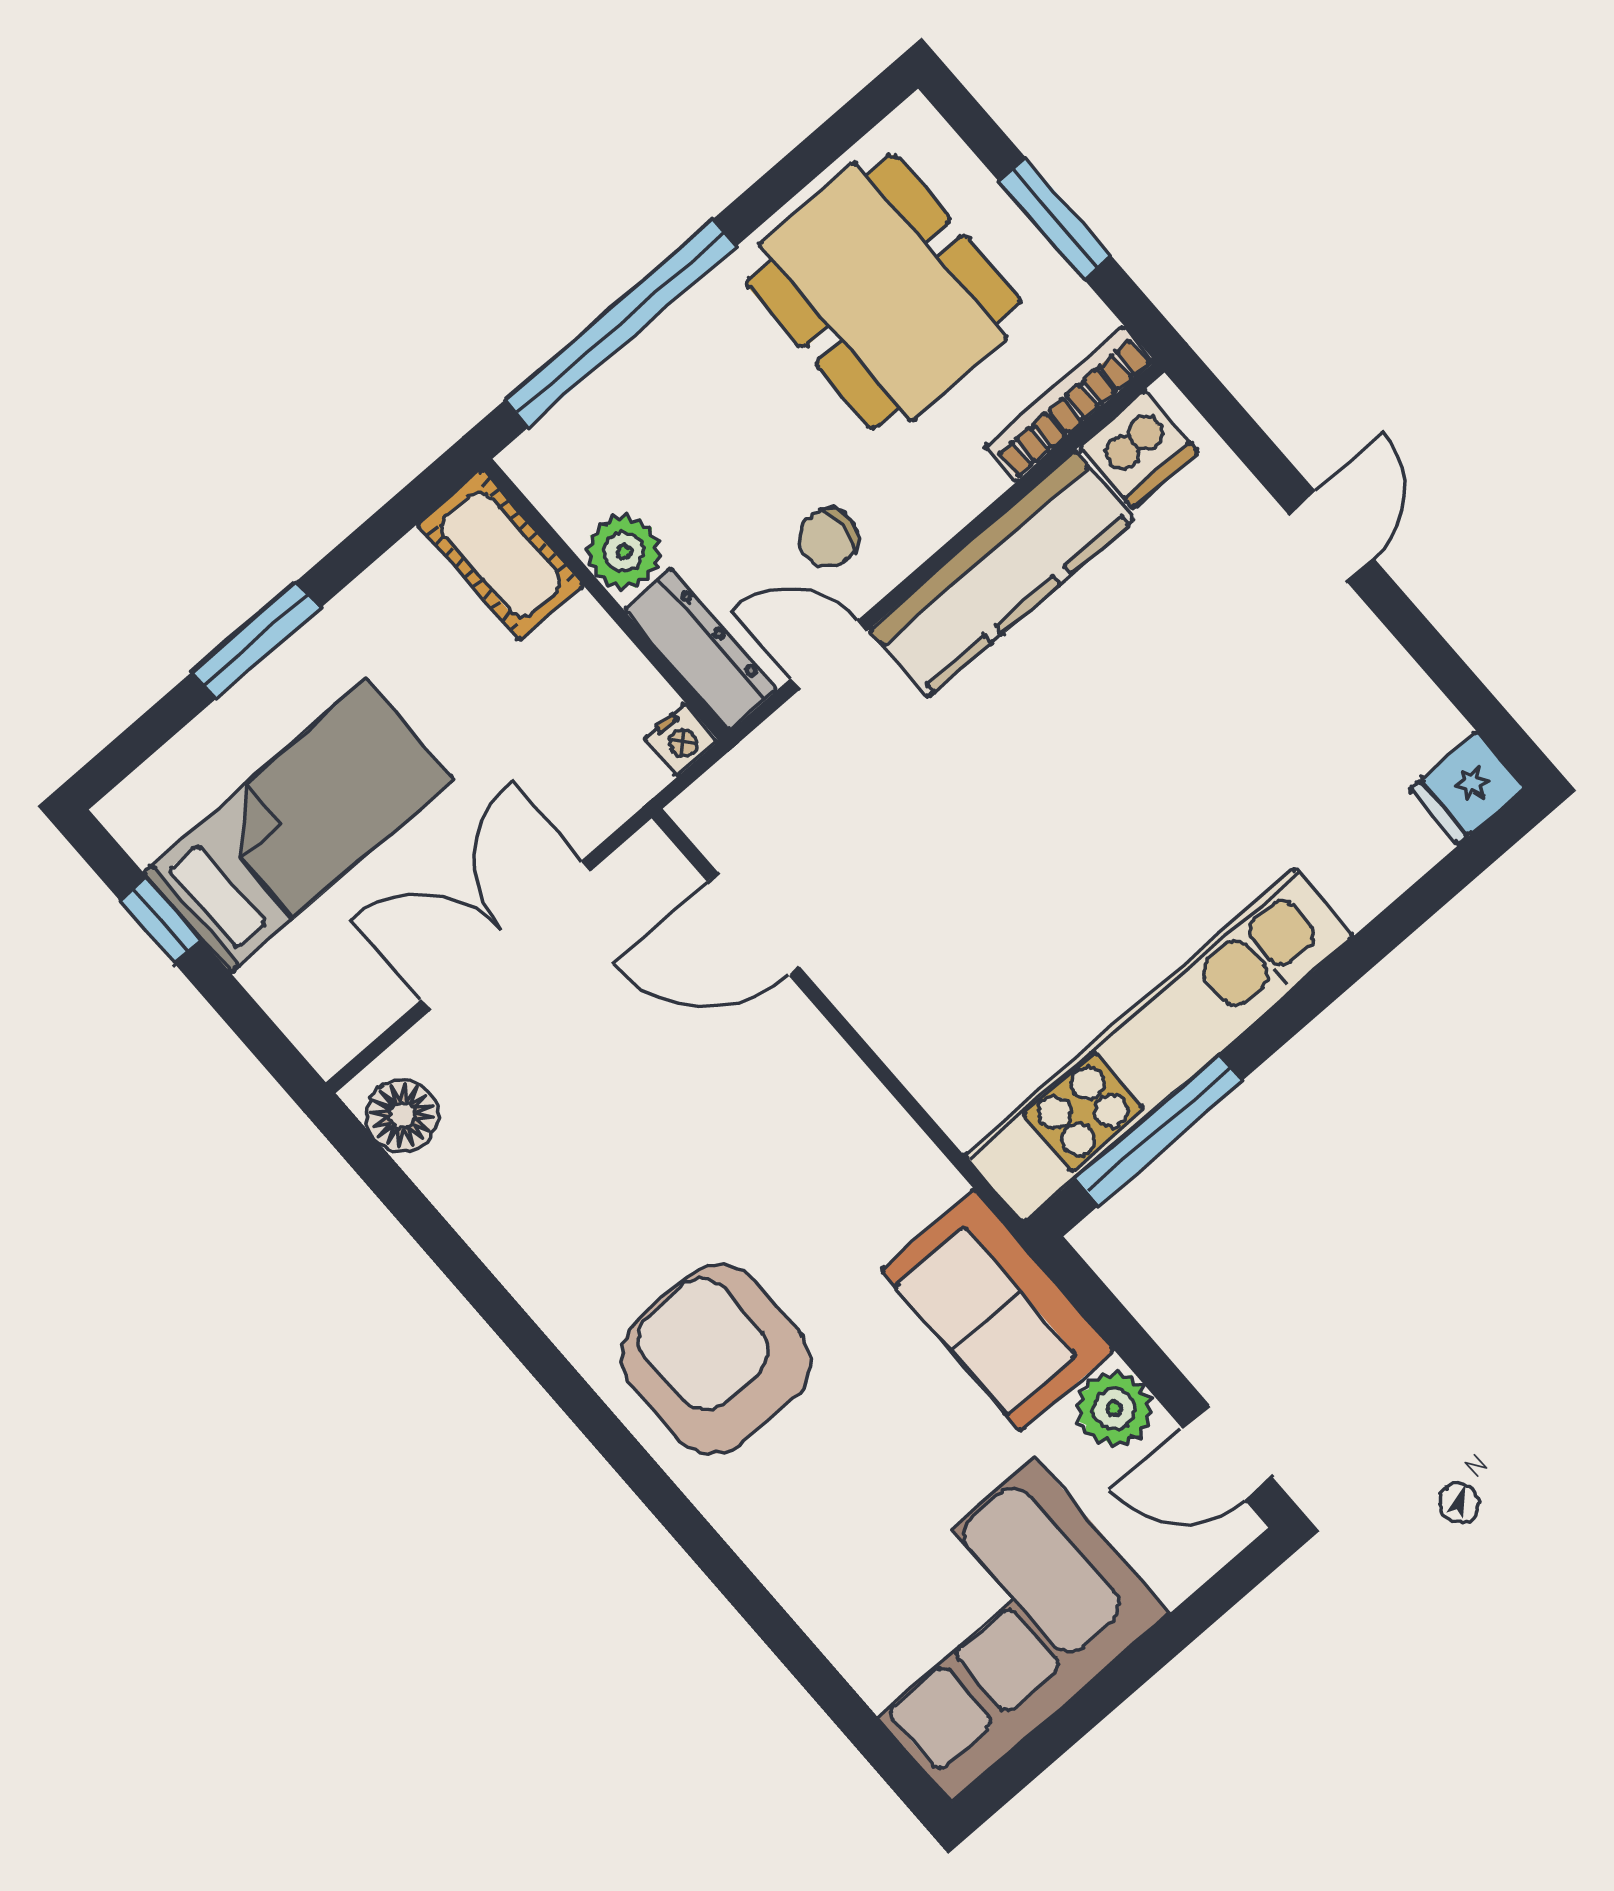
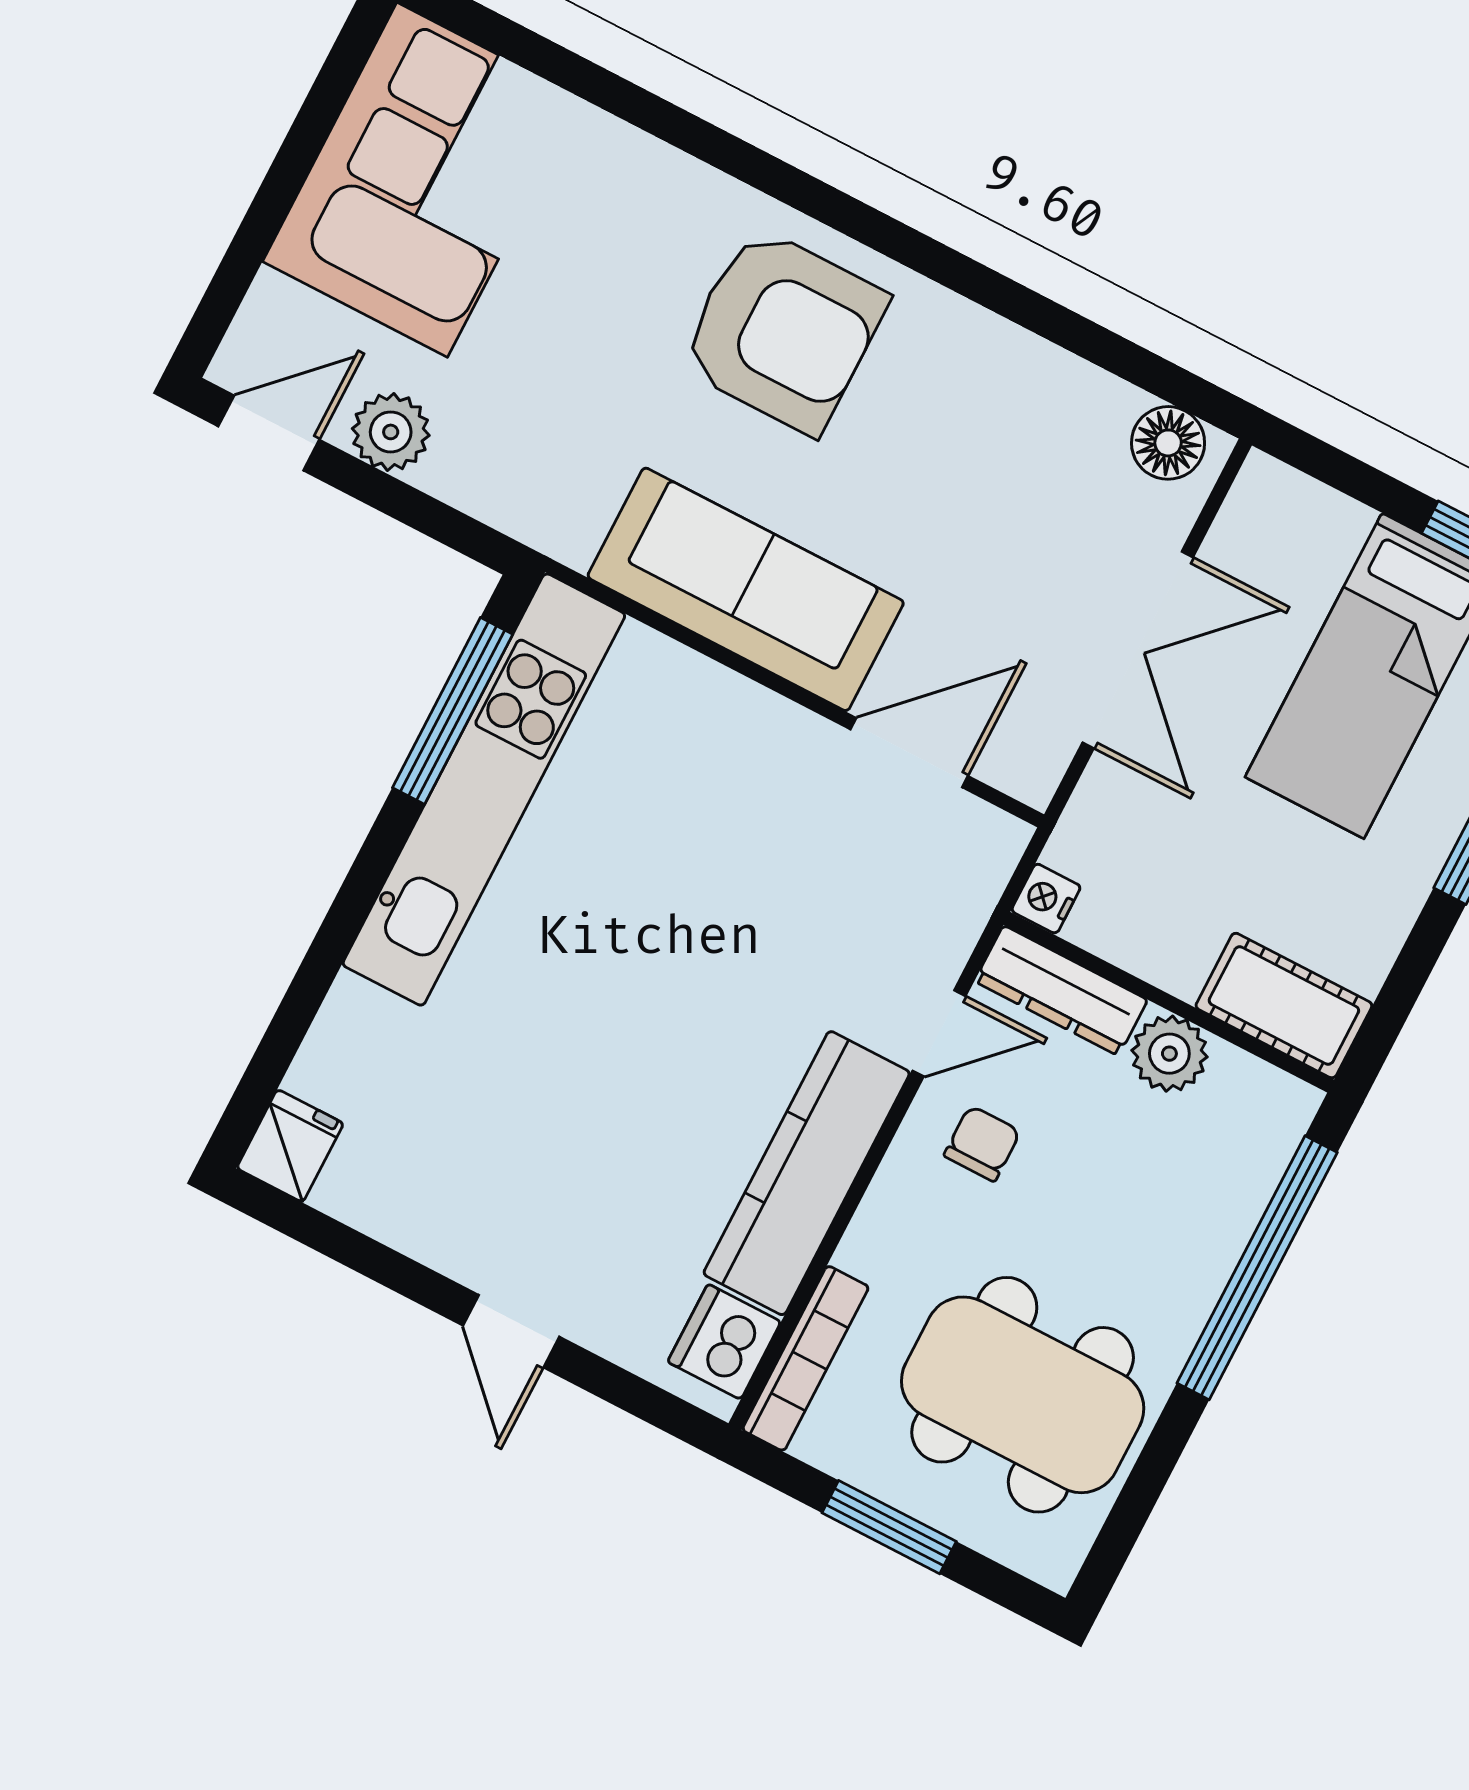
sofa: (997, 1310) -> (746, 589), moved, width x1.36

